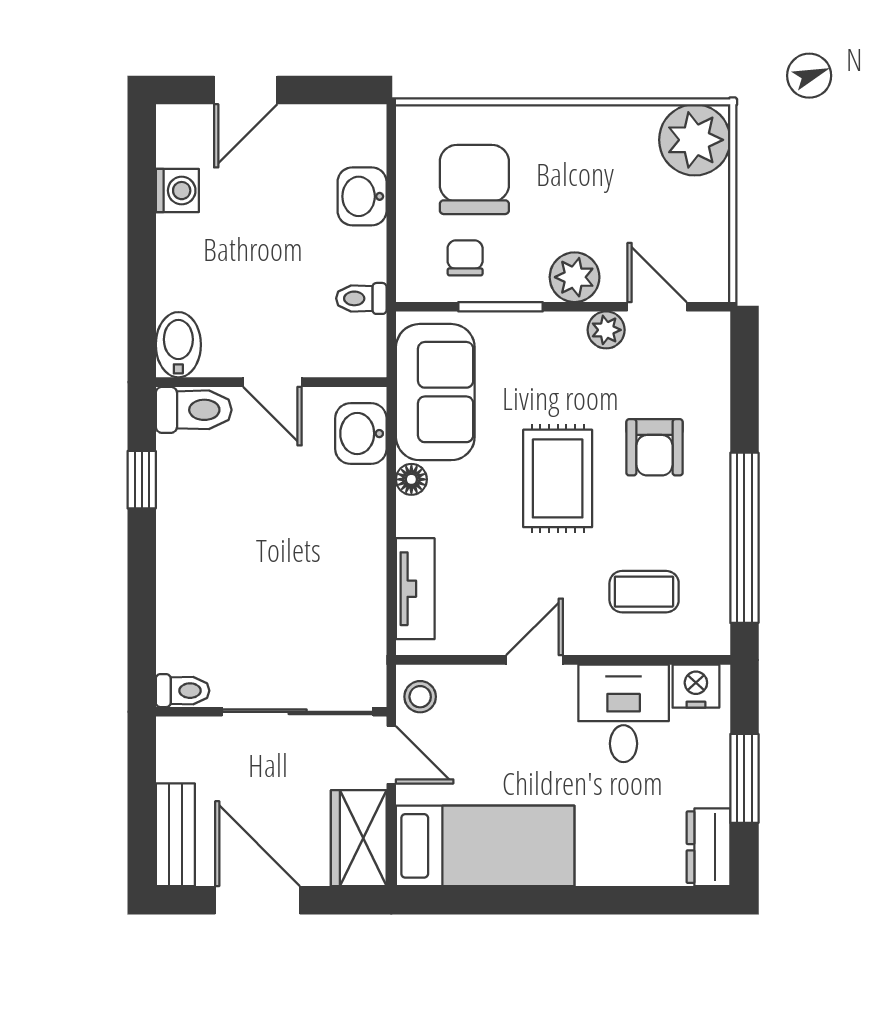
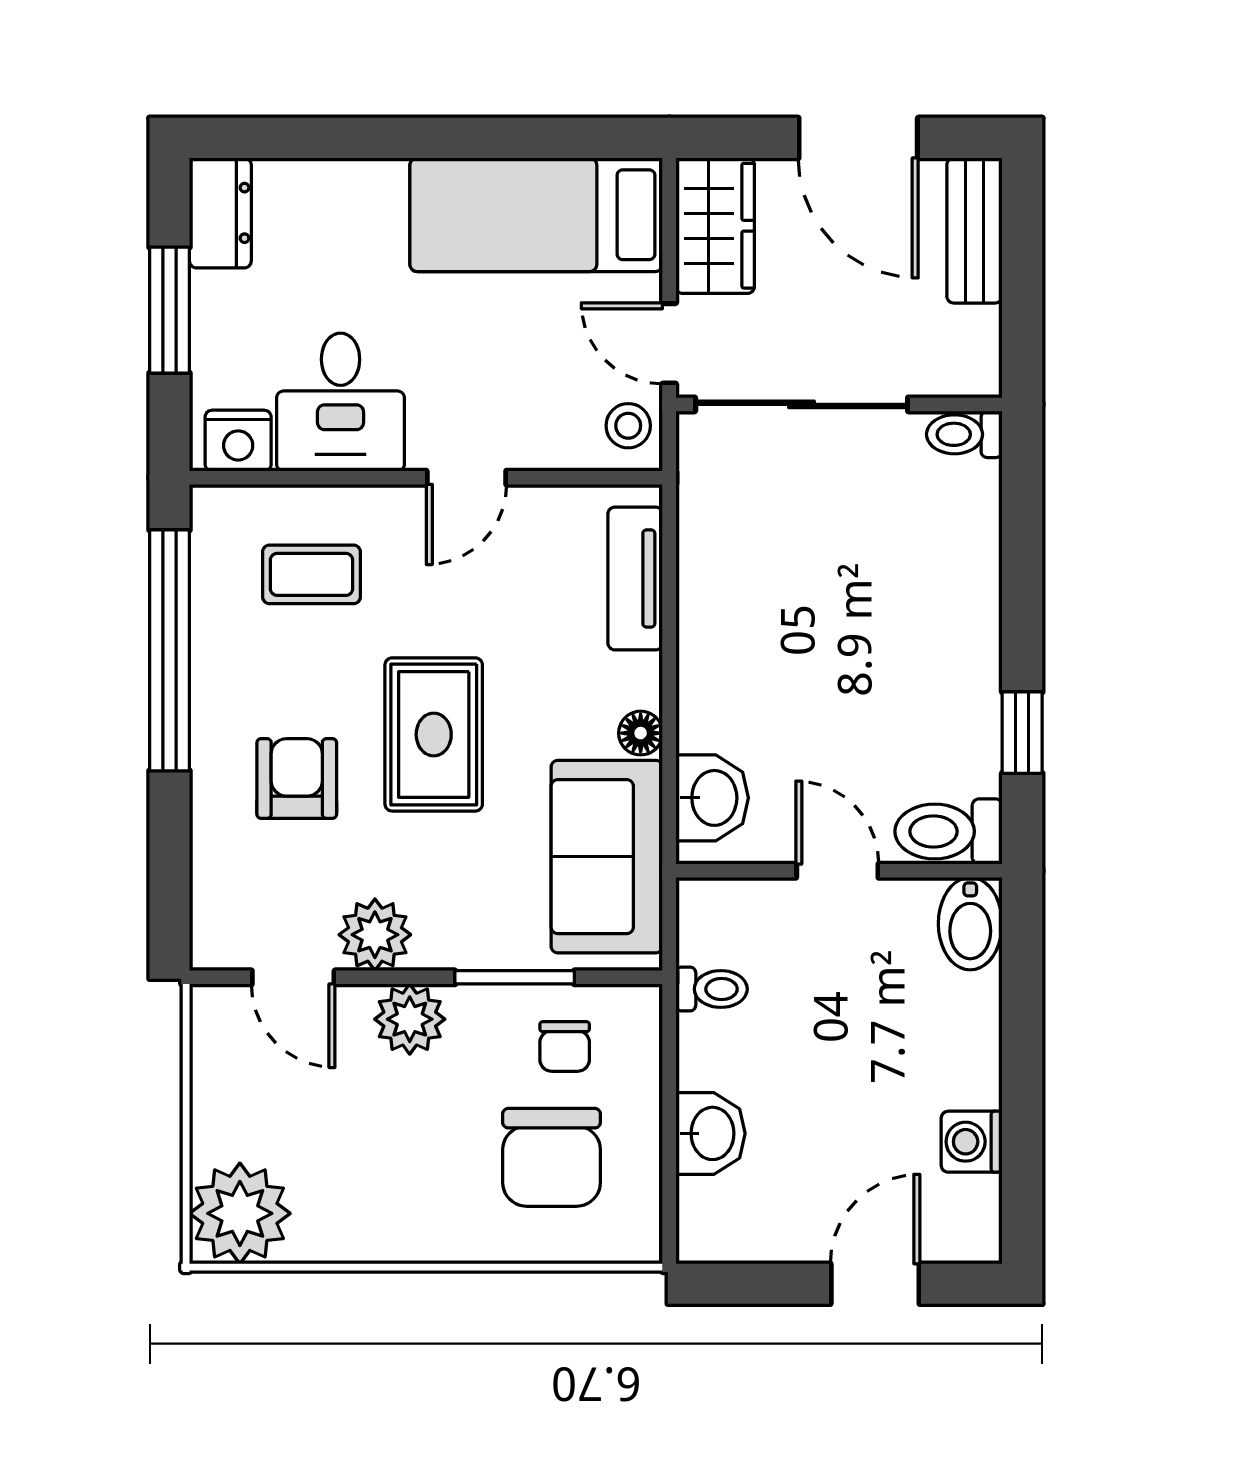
plant: (606, 330) -> (375, 935), width x1.38, depth x1.38

